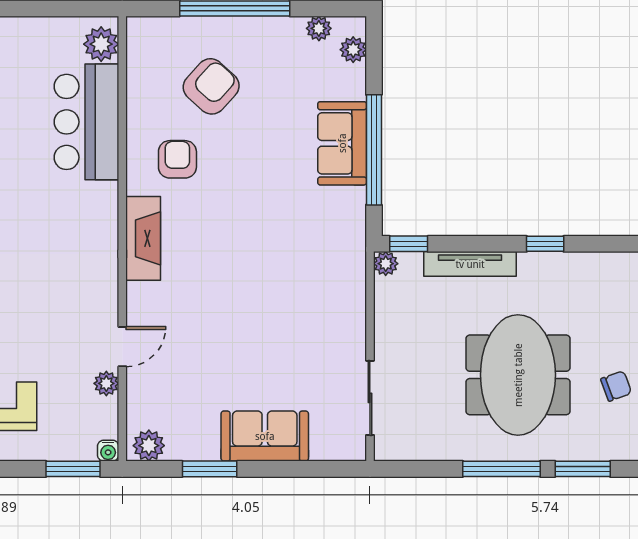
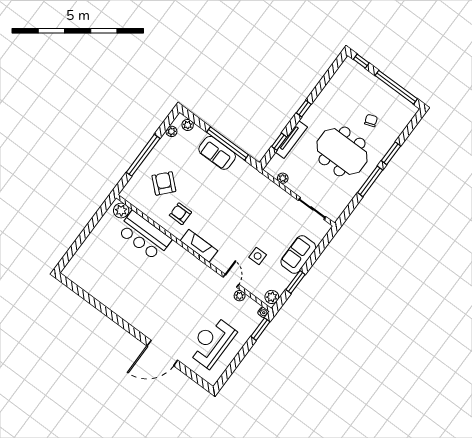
window: (409, 244) -> (279, 142), moved
plant: (386, 264) -> (283, 178), moved
side table: (206, 362) -> (258, 256), added

